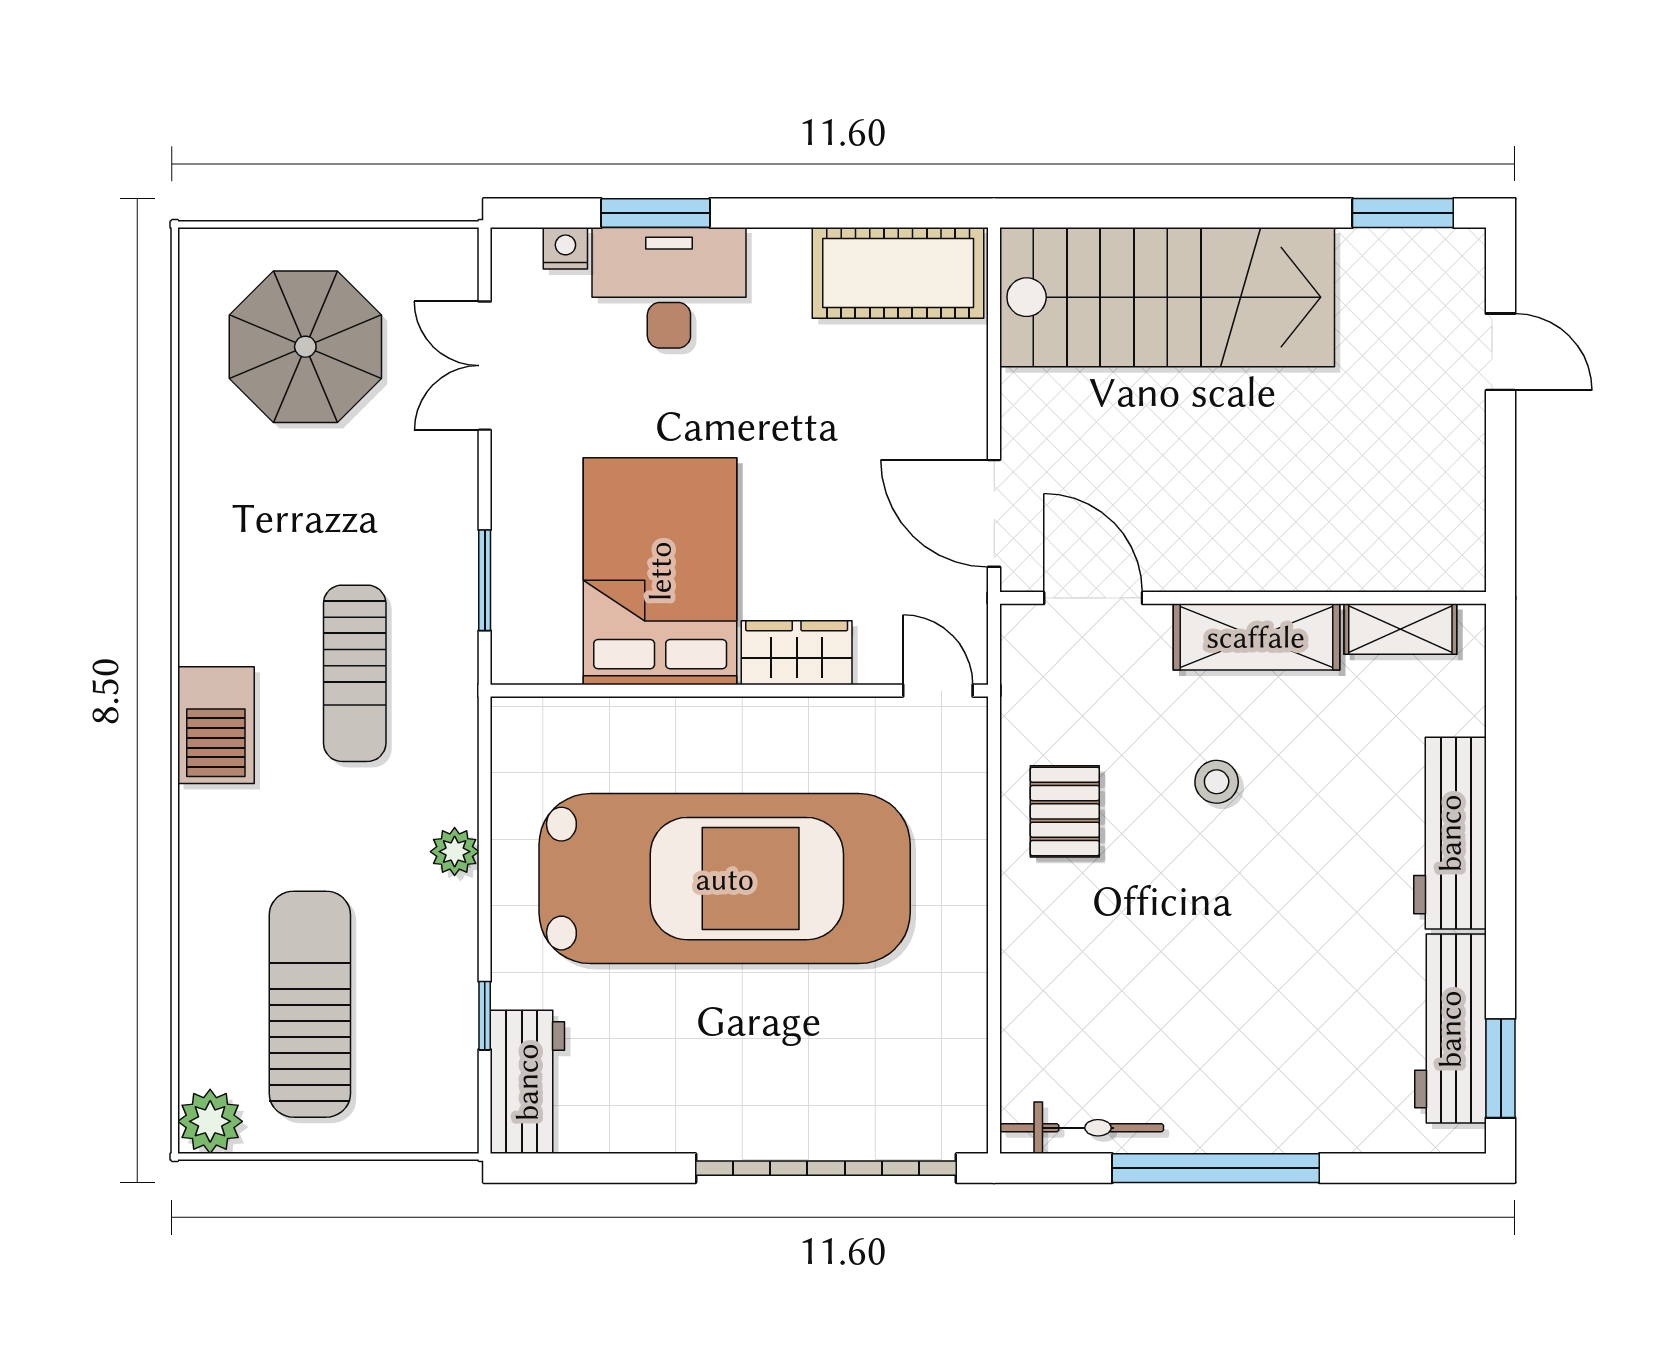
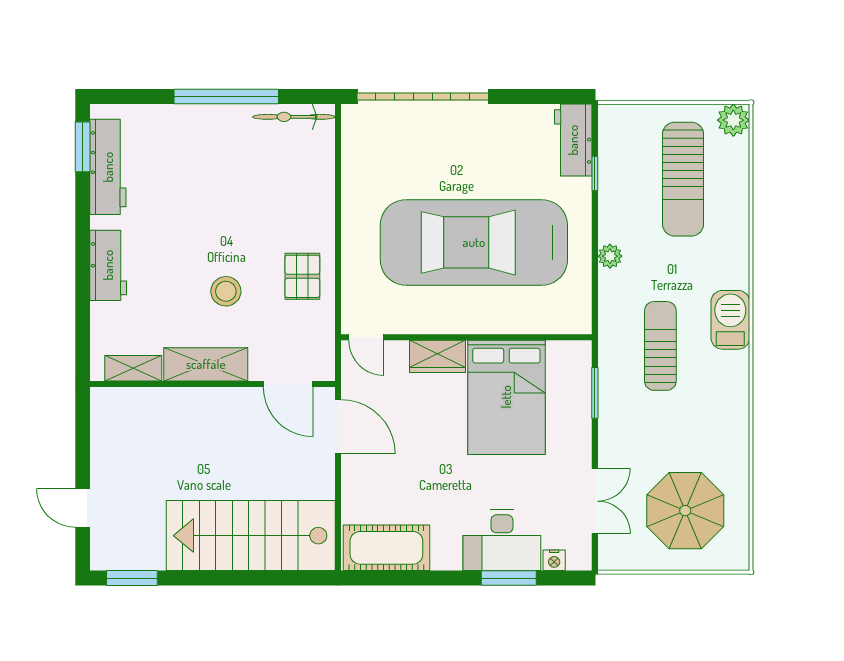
stool: (1217, 782) -> (226, 291), width x1.37, depth x1.37
workbench: (1450, 833) -> (108, 265), width x0.73

